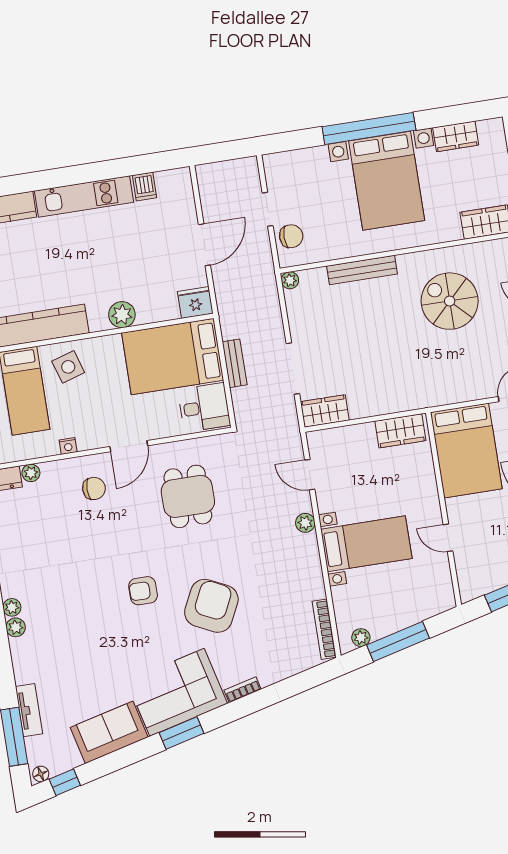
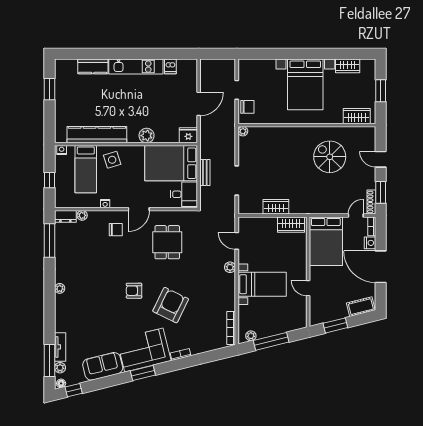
window: (369, 128) -> (300, 54), removed
bench: (362, 270) -> (284, 132), removed
wardrobe: (325, 411) -> (276, 207), moved
plant: (16, 627) -> (60, 368), moved

